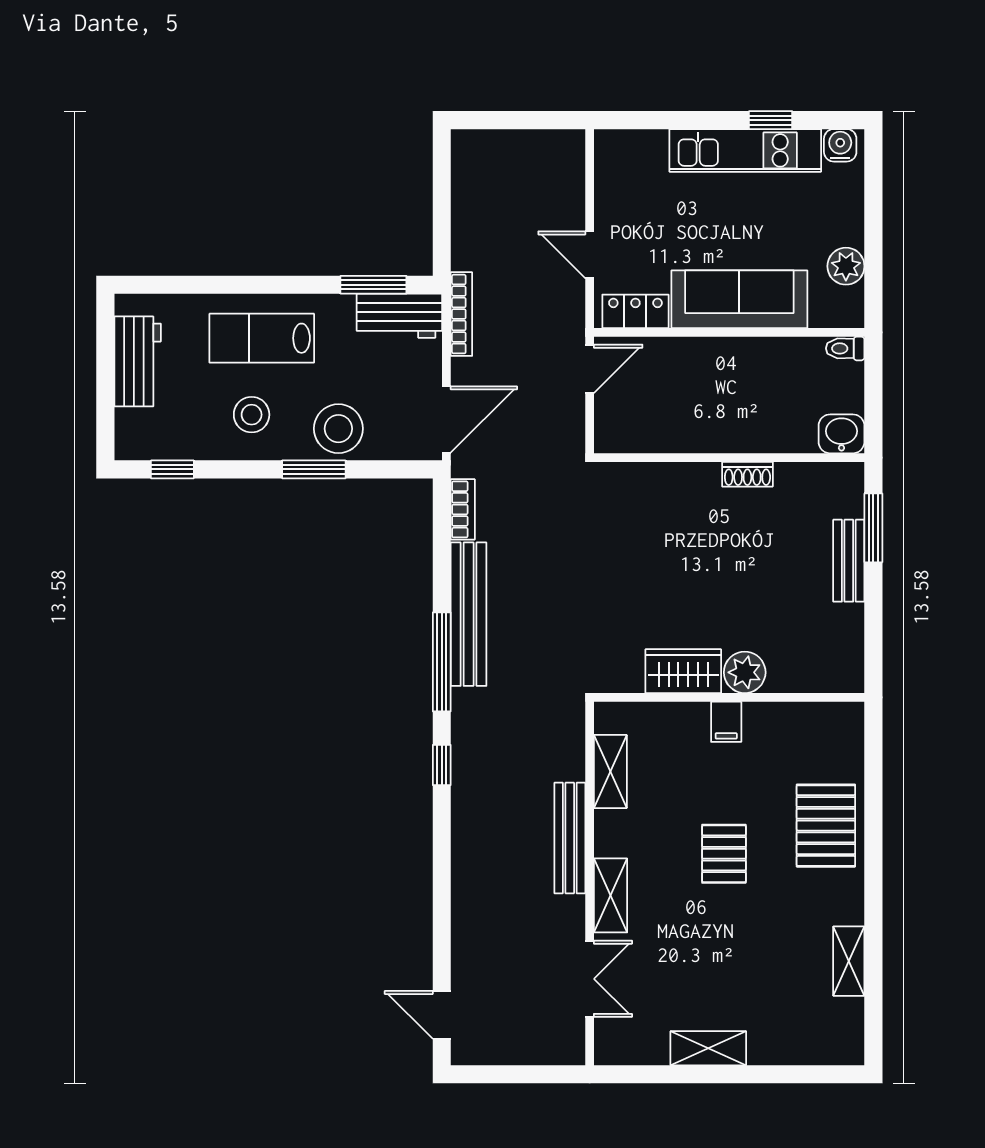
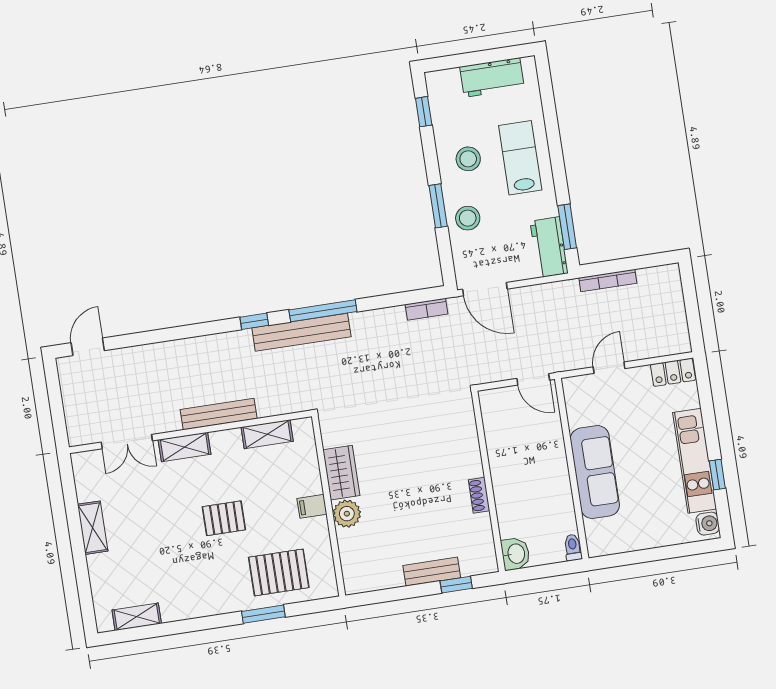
plant: (846, 266) -> (628, 540), removed
locker: (635, 311) -> (673, 372), moved, turned 90
bookcase: (461, 314) -> (608, 281), moved
stool: (338, 429) -> (468, 218), width x0.73, depth x0.73
window: (873, 528) -> (456, 585), width x0.67
bench: (469, 614) -> (301, 332), moved
window: (873, 817) -> (263, 614), added
pallet: (826, 826) -> (279, 572), moved
shelving: (849, 961) -> (137, 617), moved

